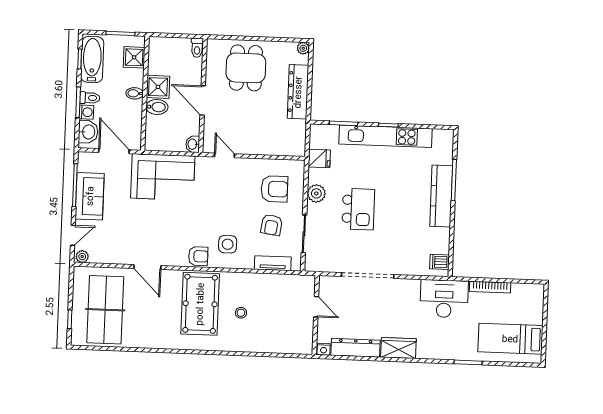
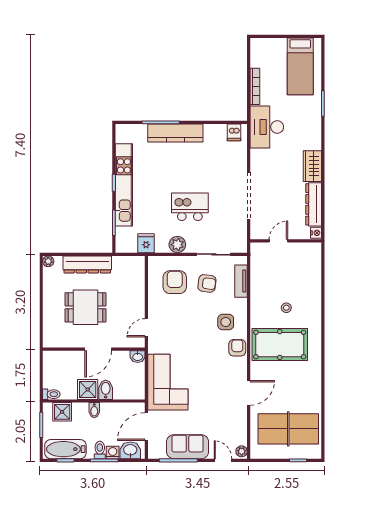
toilet: (197, 48) -> (51, 394), moved
dining table: (246, 68) -> (85, 307), moved

